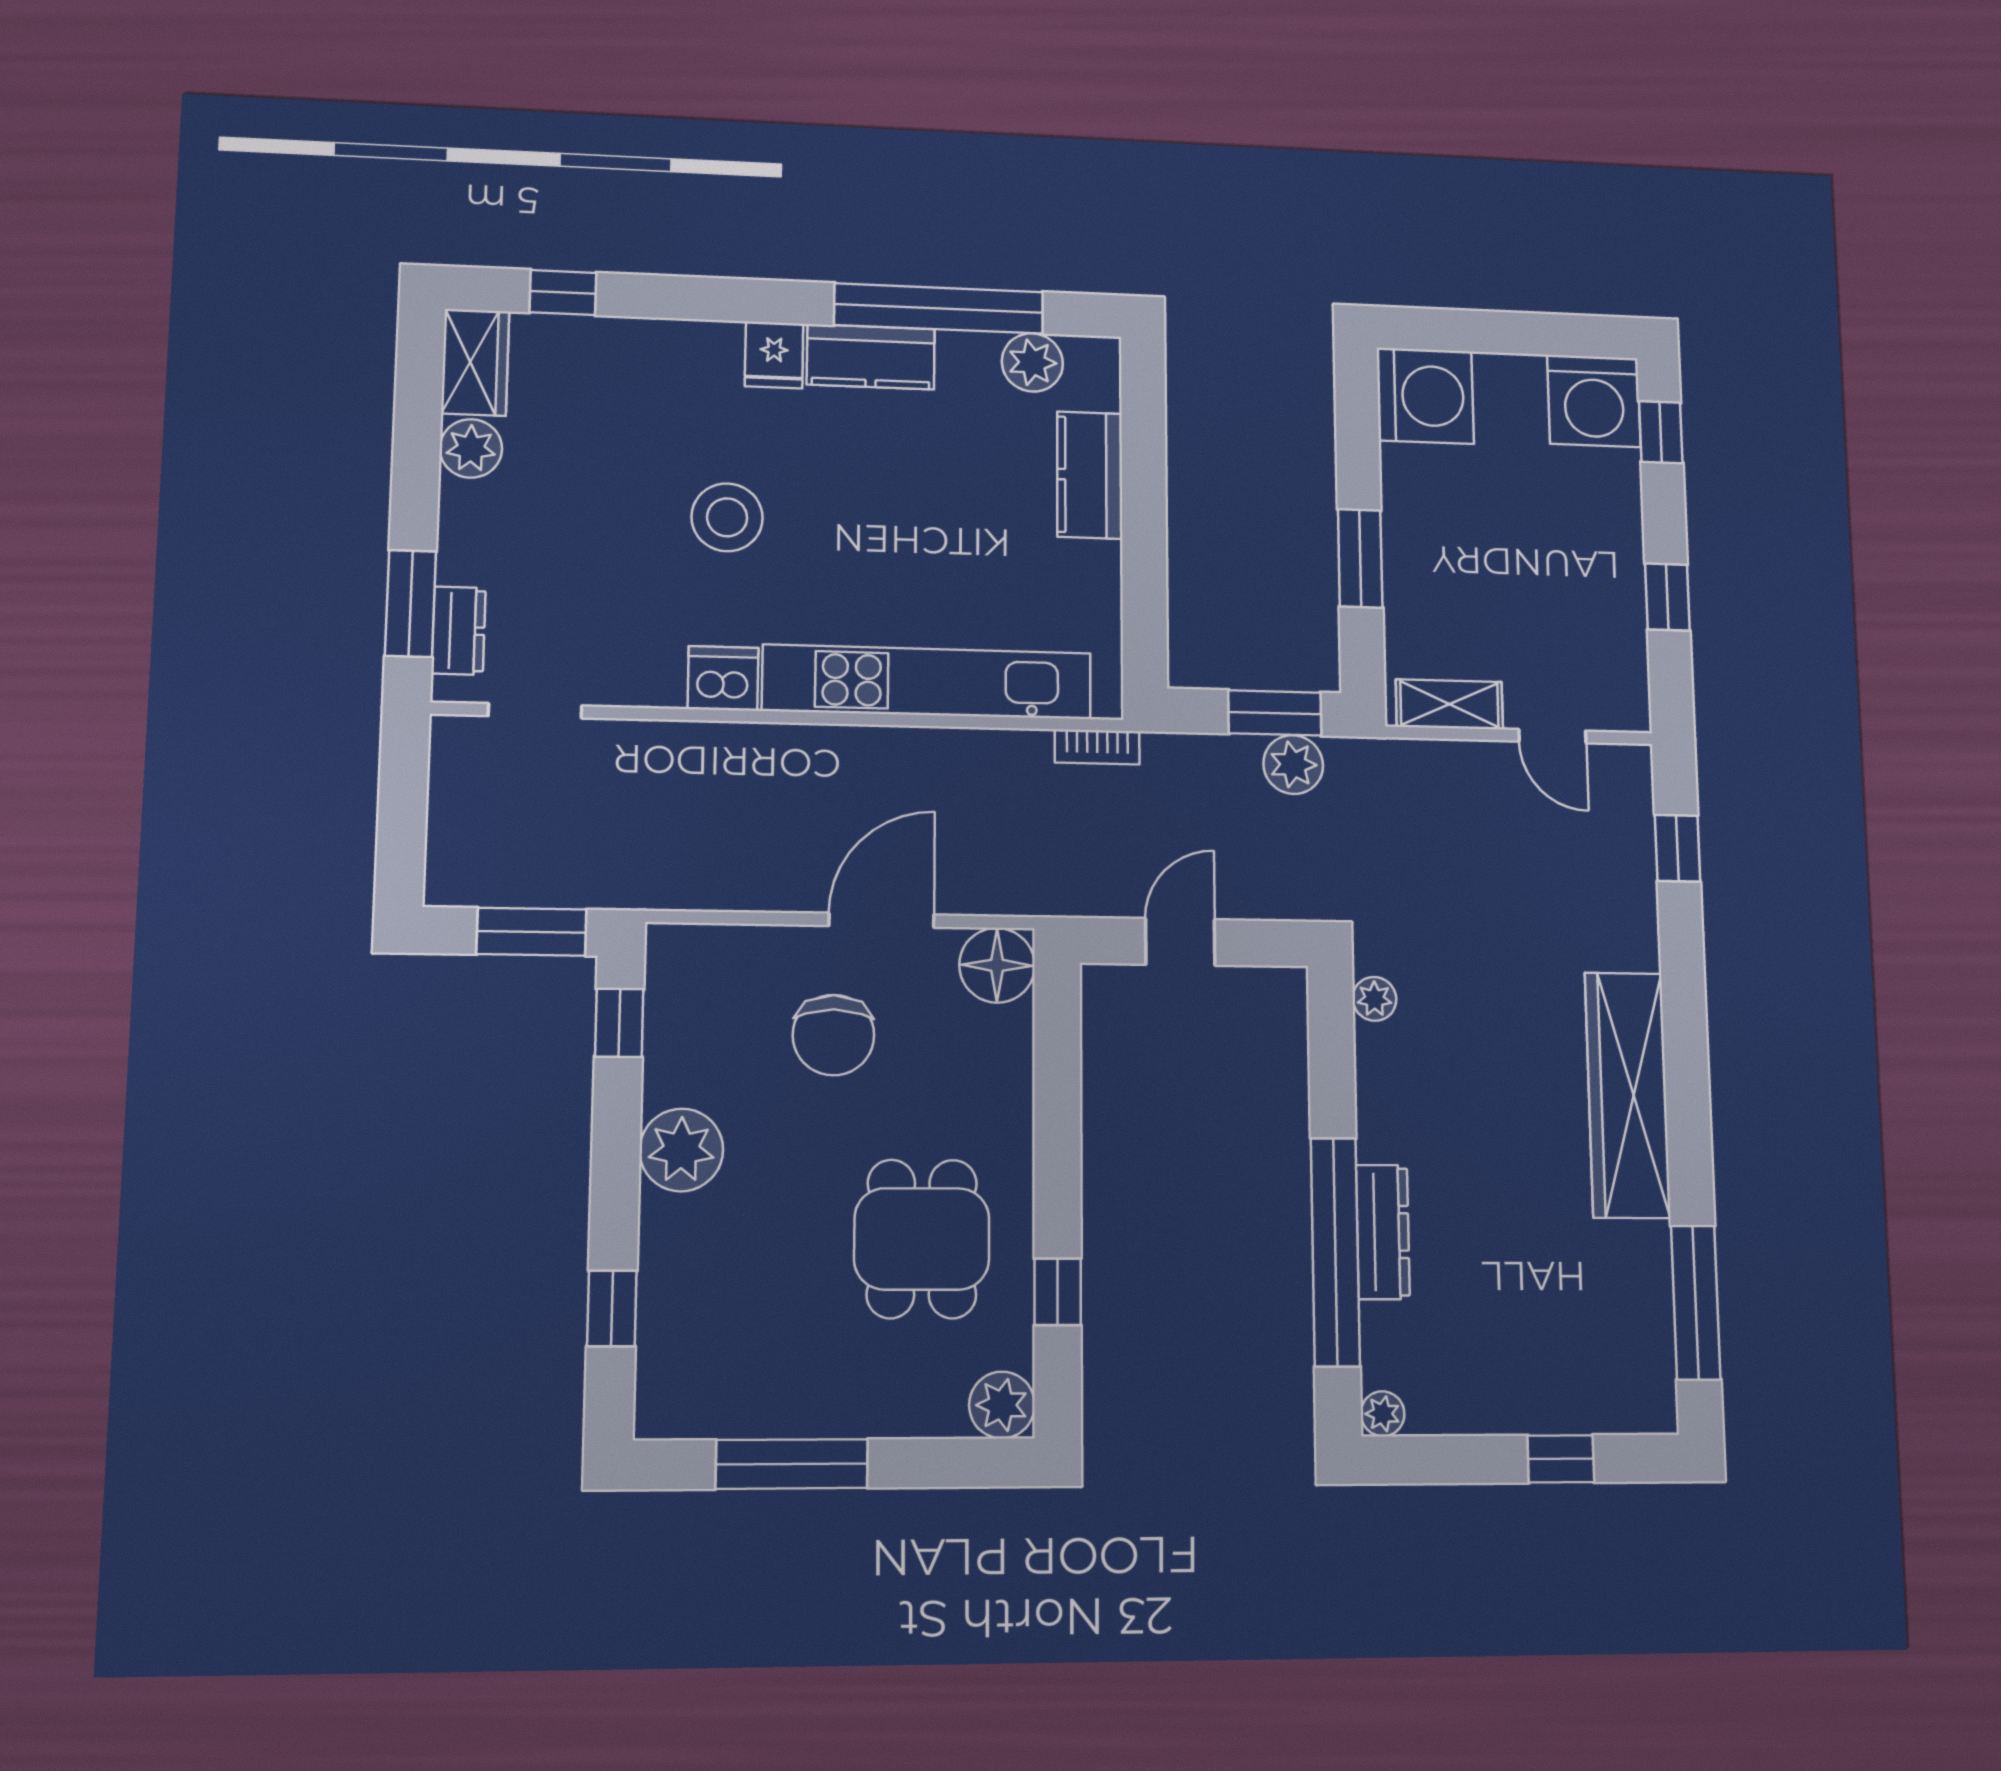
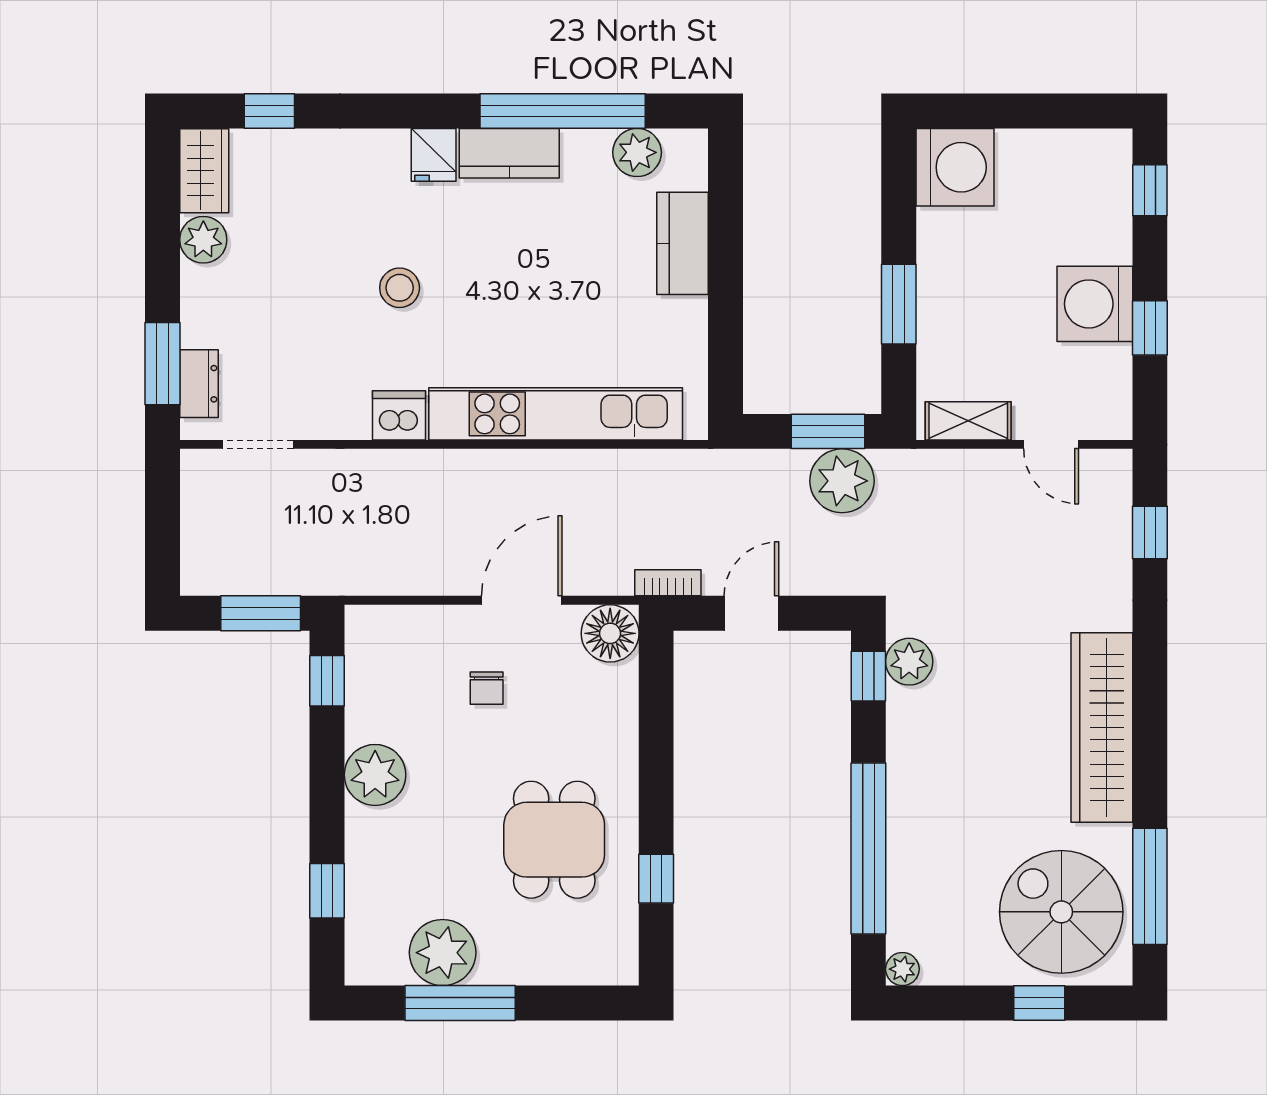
washing machine: (1594, 401) -> (1095, 304), moved, turned 90
stool: (727, 517) -> (400, 288), width x0.73, depth x0.73
bookcase: (1097, 747) -> (668, 583), moved, turned 180
plant: (1293, 765) -> (842, 481), width x1.36, depth x1.36
plant: (1374, 999) -> (909, 662), width x1.38, depth x1.38
window: (1331, 1025) -> (868, 676), added
chair: (833, 1035) -> (487, 688), width x0.54, depth x0.54
dresser: (1383, 1232) -> (906, 833), removed
spiral stairs: (1585, 1336) -> (1061, 912), added
plant: (1002, 1405) -> (443, 953), moved, width x1.36, depth x1.36

